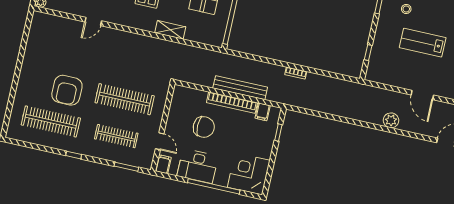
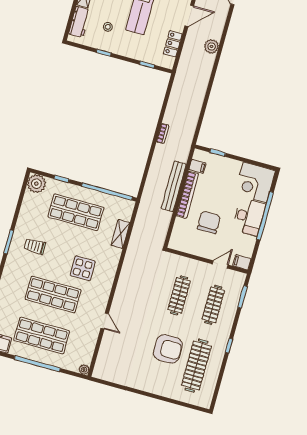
shelving: (170, 30) -> (120, 234), moved
locker: (392, 79) -> (173, 44), added
clothes rail: (125, 99) -> (179, 295), width x0.73, depth x0.76
desk: (198, 166) -> (249, 217), moved

